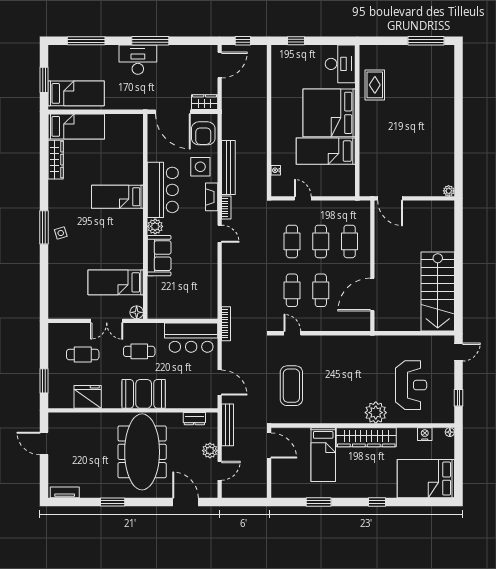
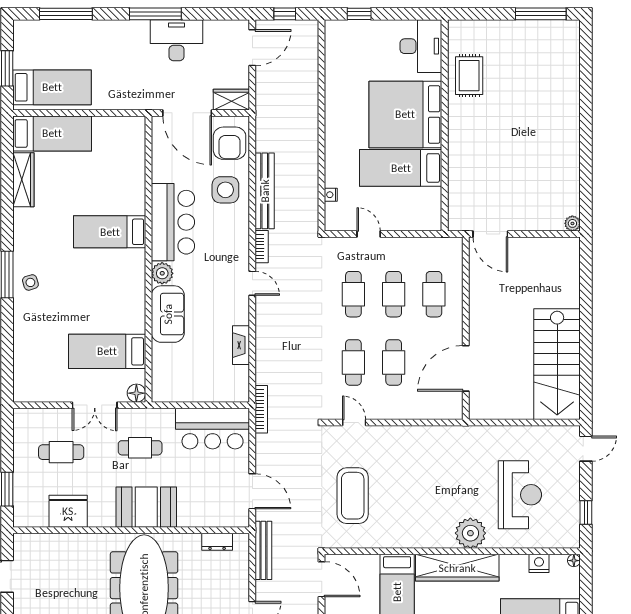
desk: (138, 60) -> (177, 40), moved
fireplace: (212, 197) -> (241, 345), moved
plant: (210, 451) -> (239, 586), removed

